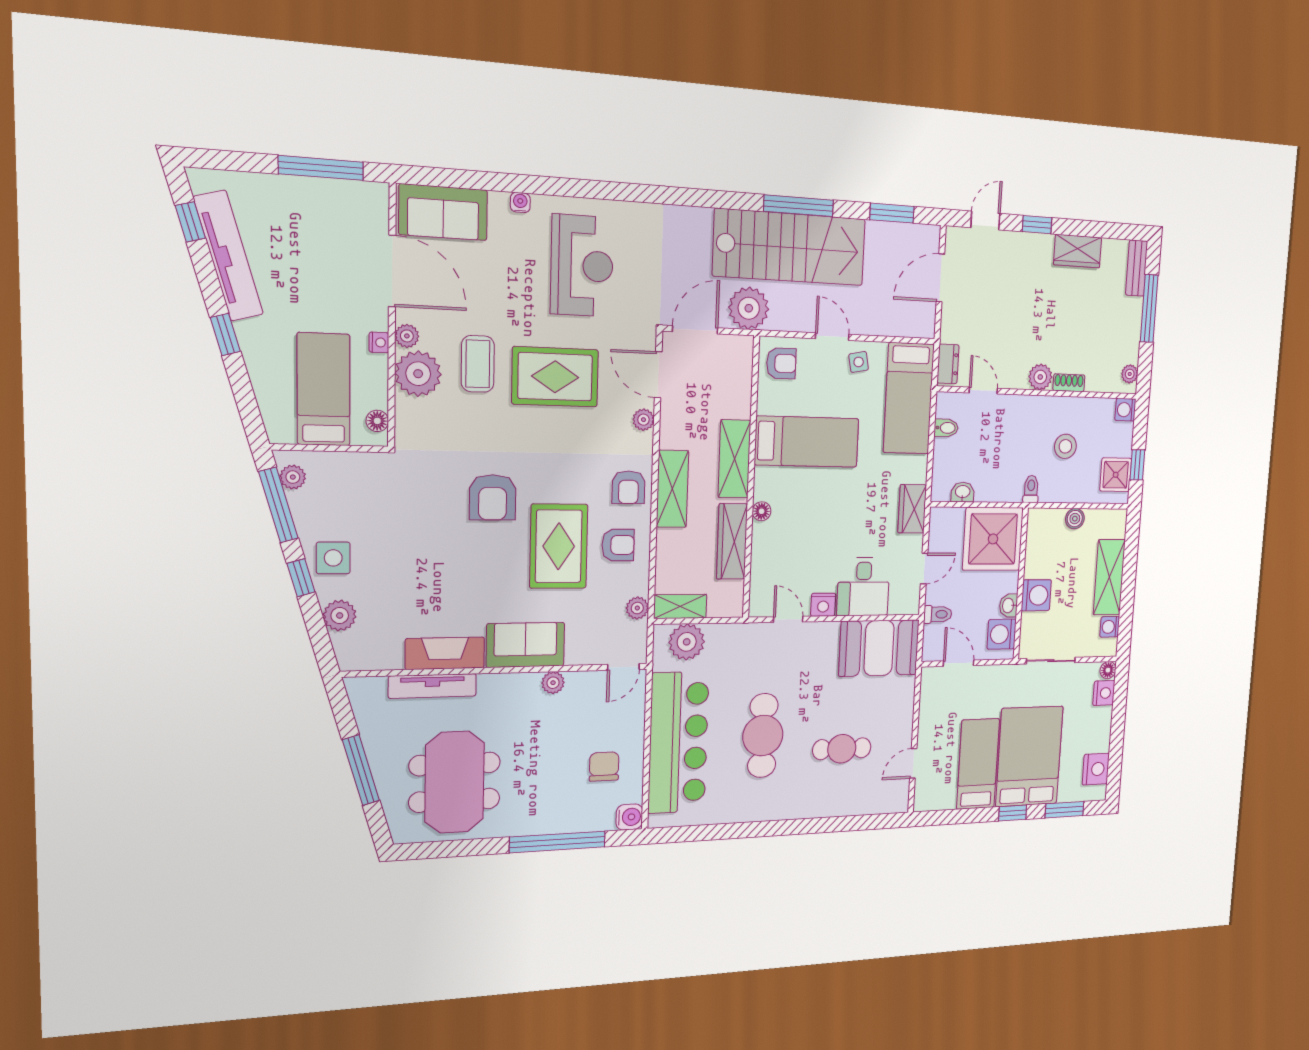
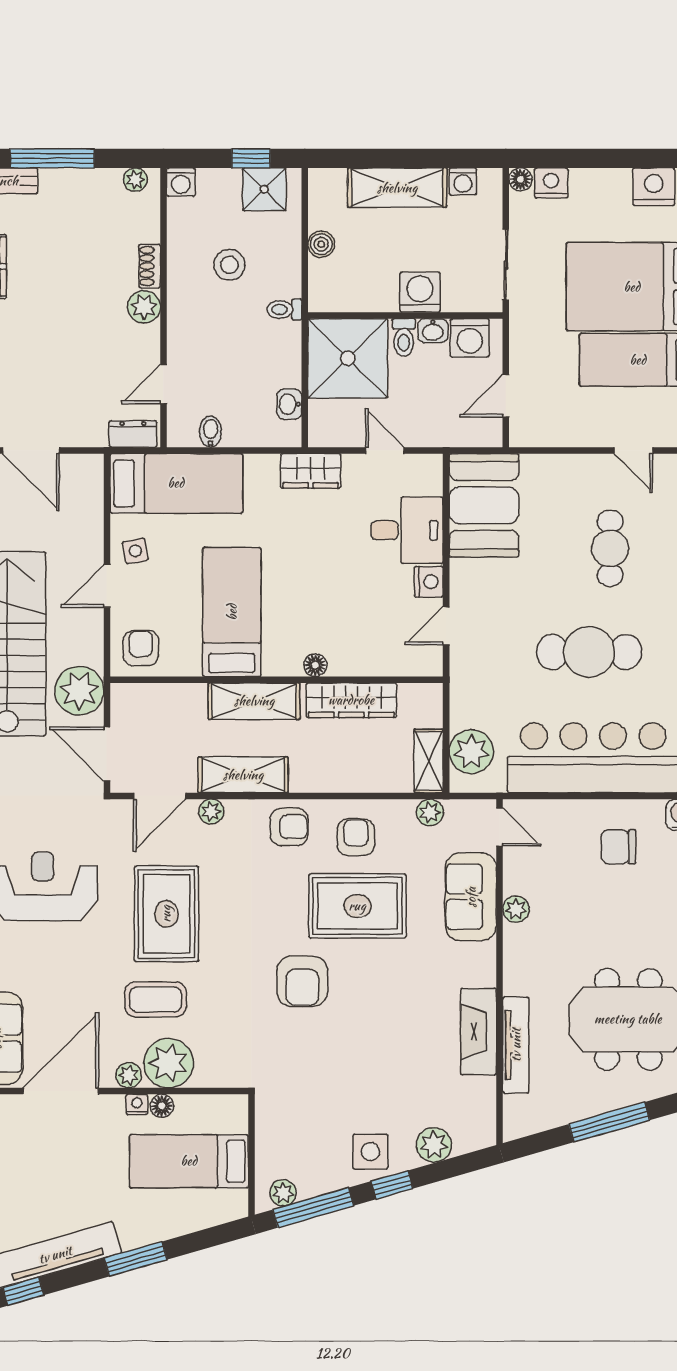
window: (225, 334) -> (136, 1259), width x1.50
floor lamp: (377, 421) -> (162, 1106), moved
shelving: (672, 489) -> (243, 775), moved
armchair: (493, 497) -> (302, 981), turned 90
toilet: (938, 614) -> (404, 337), moved, turned 180
sofa: (525, 645) -> (471, 897), moved

